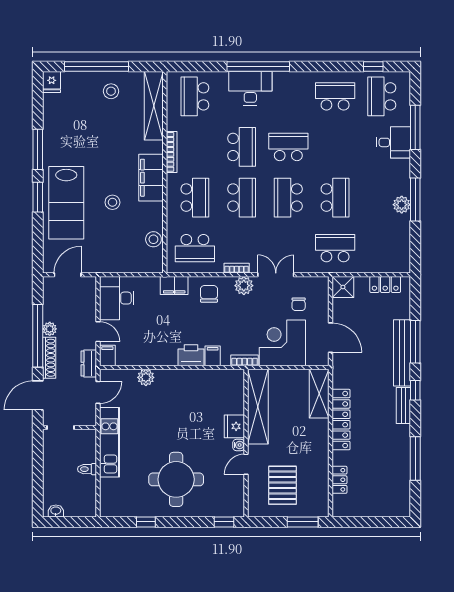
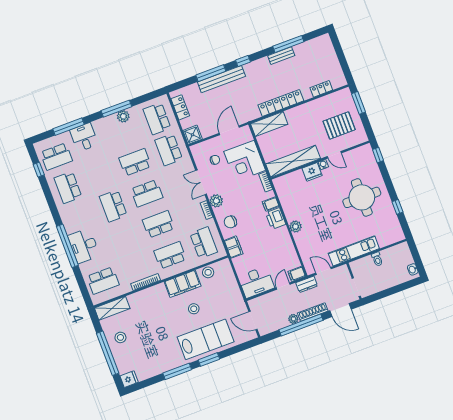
shelving: (154, 106) -> (112, 308), width x0.68
school desk: (242, 147) -> (157, 119), moved, turned -90
filing cabinet: (151, 178) -> (183, 284), moved
plant: (146, 377) -> (296, 227), moved
bench: (403, 405) -> (281, 56), moved

